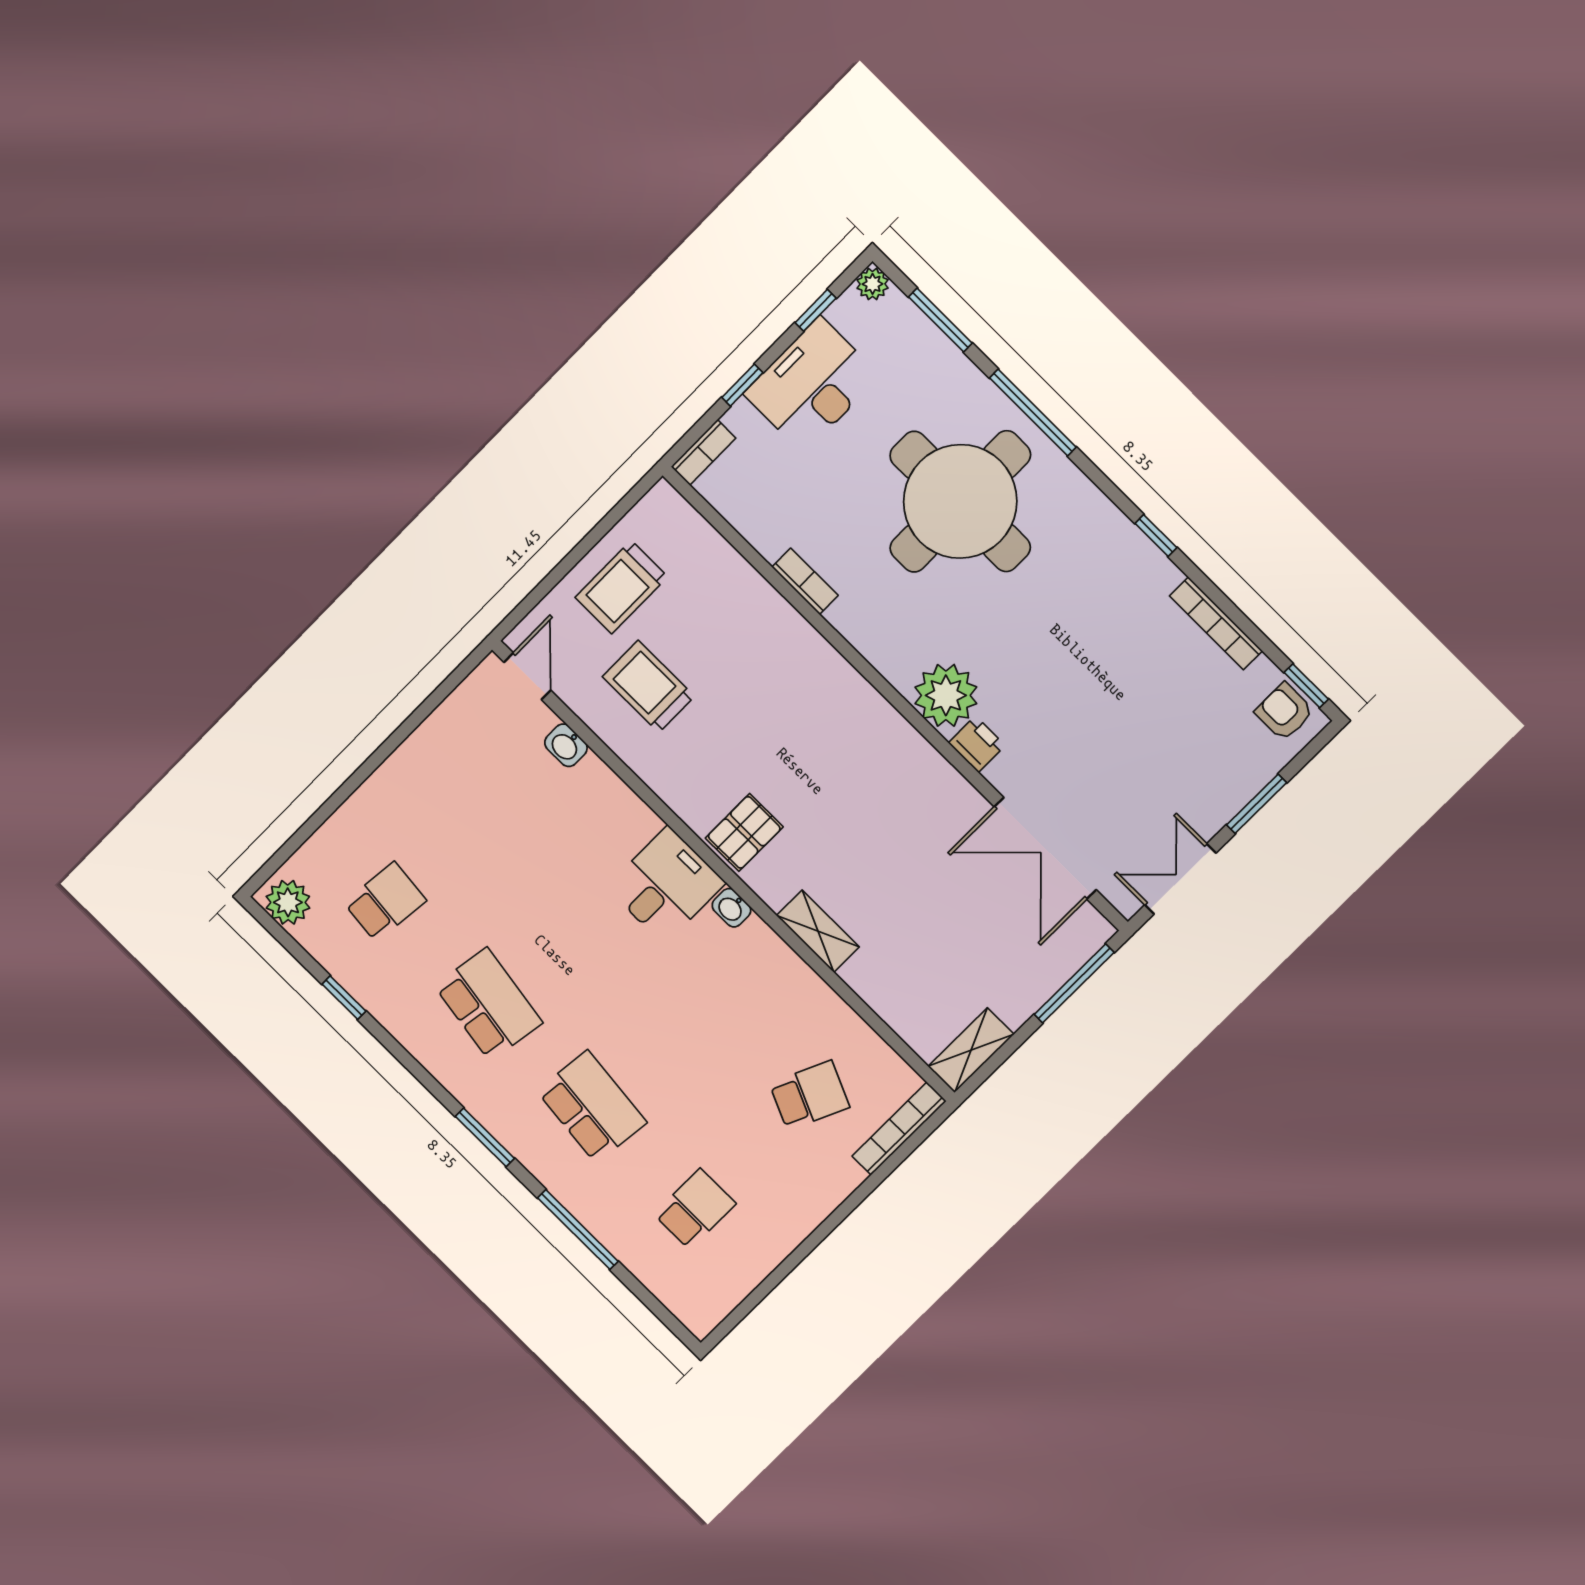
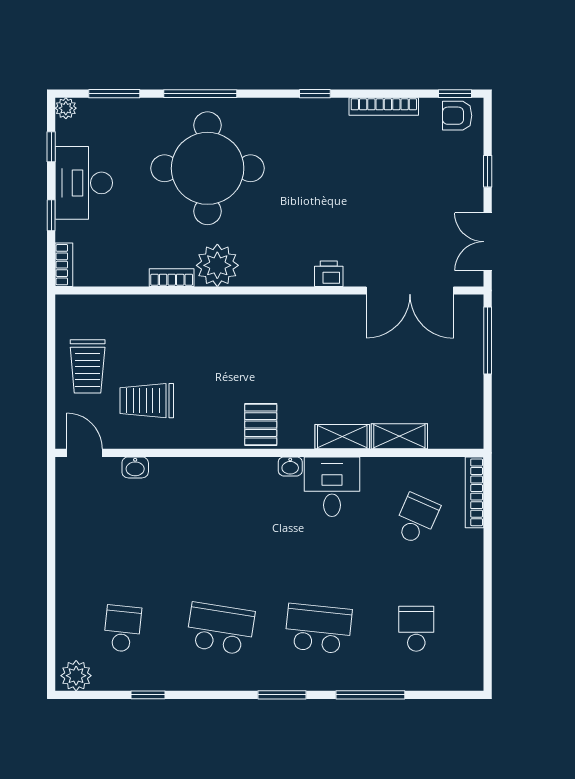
plant: (946, 695) -> (217, 265), moved
window: (1257, 804) -> (488, 171), width x0.67
desk: (666, 885) -> (332, 487), moved
shelving: (971, 1050) -> (399, 436), moved, turned 90

